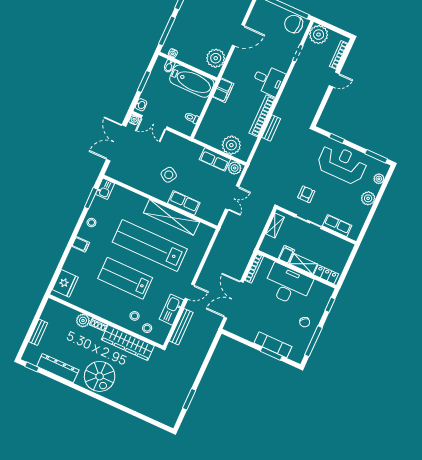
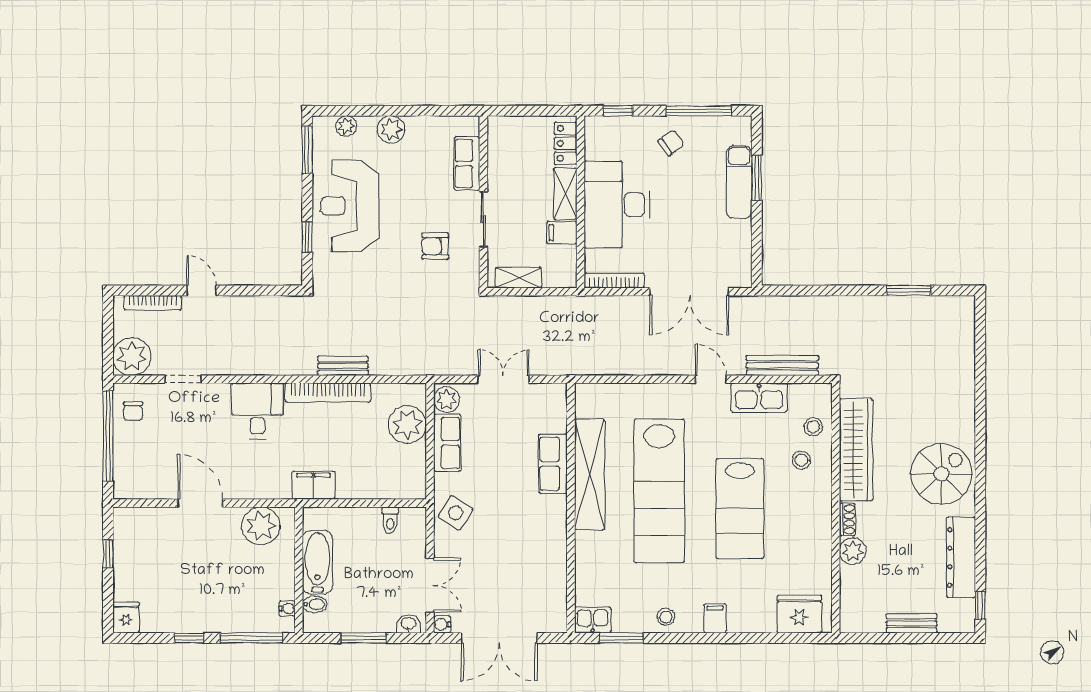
chair: (294, 24) -> (133, 411), width x0.54, depth x0.54
bathtub: (192, 81) -> (317, 562), width x0.73, depth x0.73
side table: (169, 175) -> (456, 513), moved

